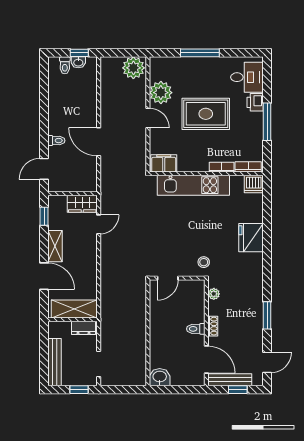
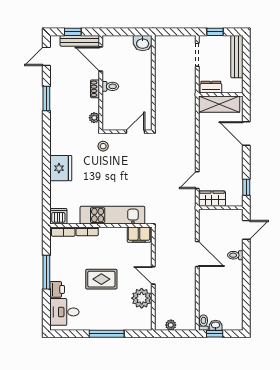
toilet: (65, 65) -> (203, 323), moved
plant: (133, 68) -> (171, 325), width x0.53, depth x0.53
rug: (206, 114) -> (101, 279), width x0.73, depth x0.70
shelving: (55, 246) -> (236, 161), removed

